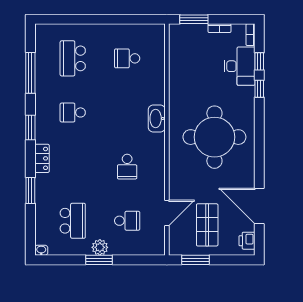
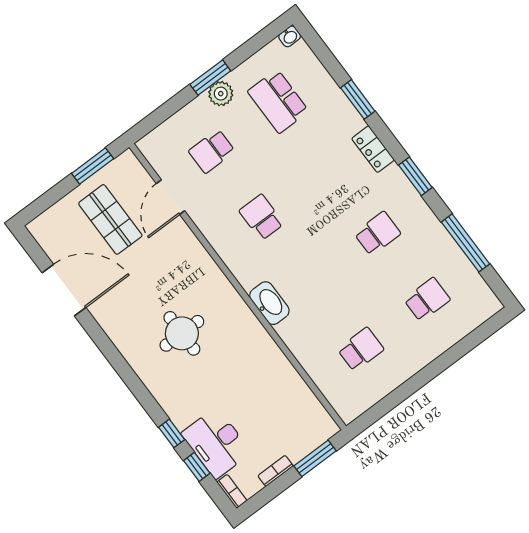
school desk: (73, 58) -> (427, 300), width x0.54
round table: (214, 137) -> (182, 333), width x0.54, depth x0.54
printer: (247, 241) -> (47, 237), removed

